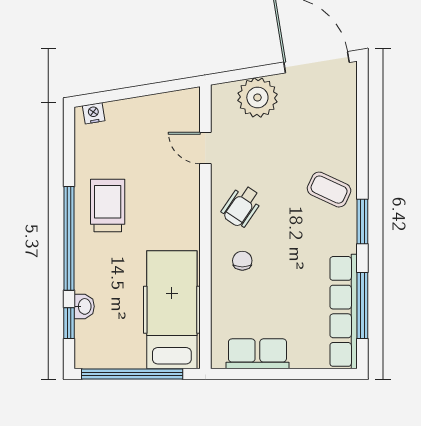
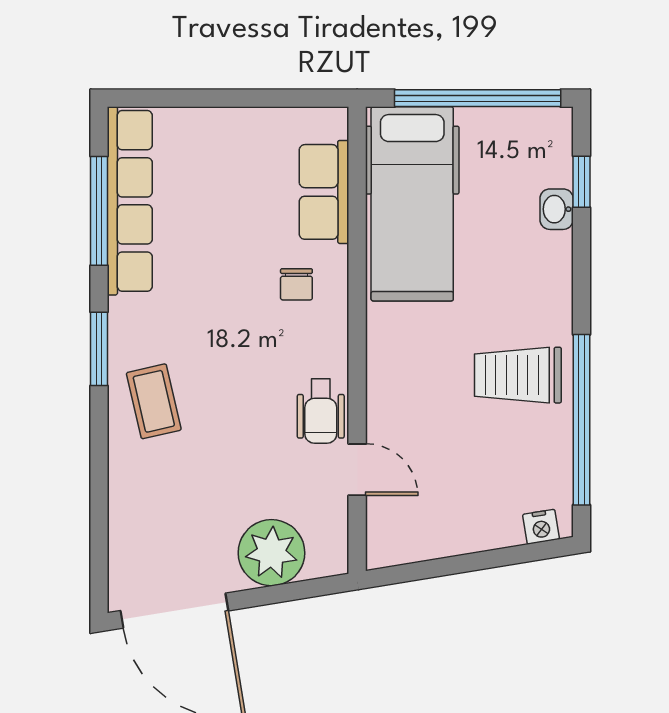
coffee table: (329, 190) -> (154, 401), turned 52
trolley: (108, 205) -> (518, 375), turned 90
wheelchair: (242, 206) -> (321, 411), moved, turned 146
window: (69, 238) -> (582, 420), moved
row of seats: (257, 354) -> (324, 192), moved, turned 90

